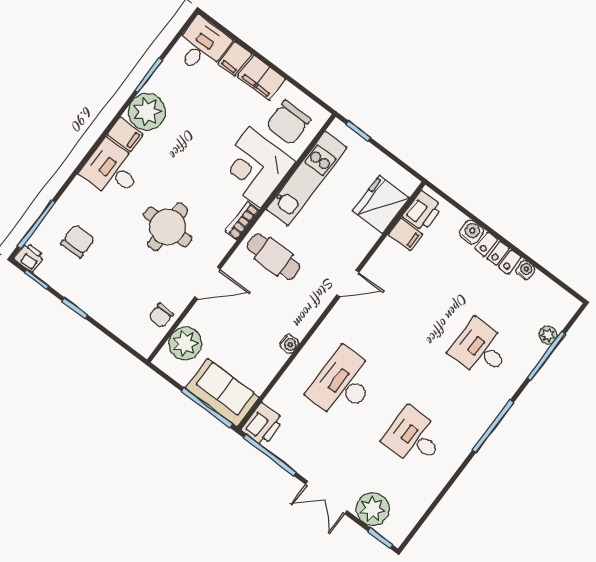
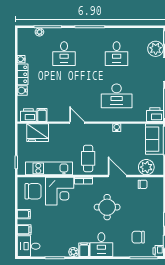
filing cabinet: (262, 78) -> (24, 214), width x0.50
plant: (147, 112) -> (73, 252), width x0.53, depth x0.53

